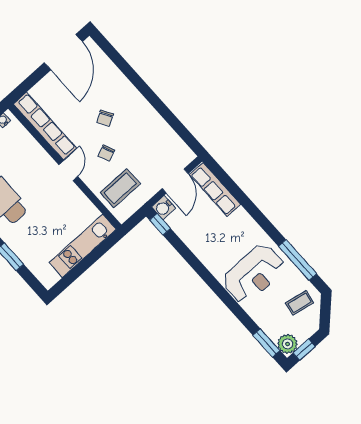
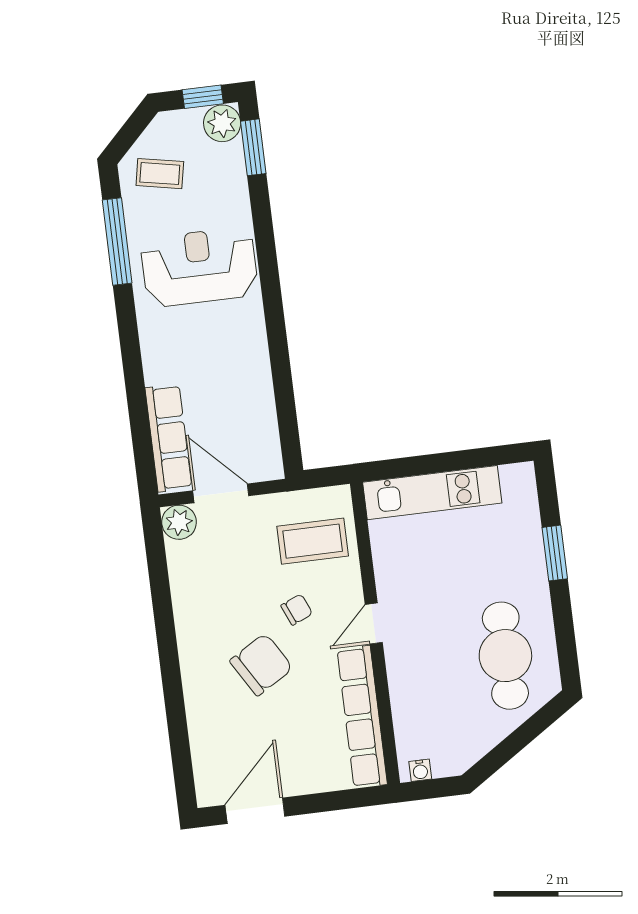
door: (63, 52) -> (255, 811), width x0.73
chair: (105, 118) -> (261, 665), width x1.87, depth x1.87
plant: (185, 156) -> (179, 522), added
door: (175, 181) -> (221, 493), hinge flipped
water cooler: (163, 208) -> (267, 465), removed
window: (160, 224) -> (290, 443), removed

